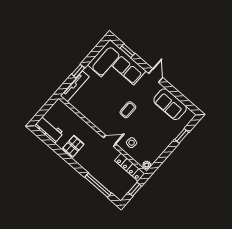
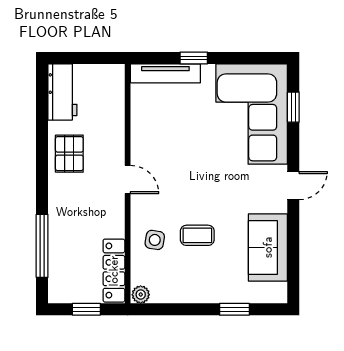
coffee table: (128, 110) -> (197, 235), moved
door: (110, 141) -> (128, 180), moved
pallet: (73, 146) -> (69, 154), turned 90

